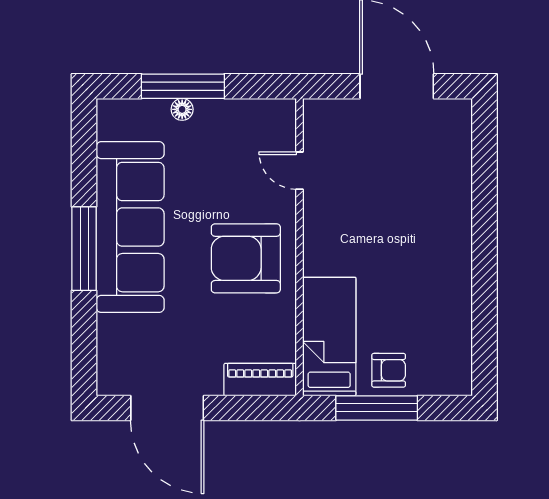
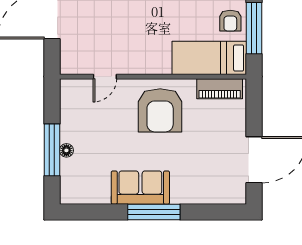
sofa: (130, 227) -> (140, 188), width x0.54, depth x0.79
armchair: (389, 370) -> (230, 21), turned 180
piano: (260, 380) -> (220, 89), moved, turned -90

